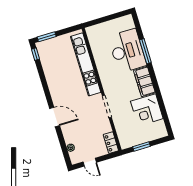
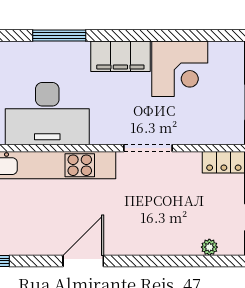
desk: (127, 51) -> (47, 114), moved, turned 180
door: (55, 117) -> (83, 261), moved

